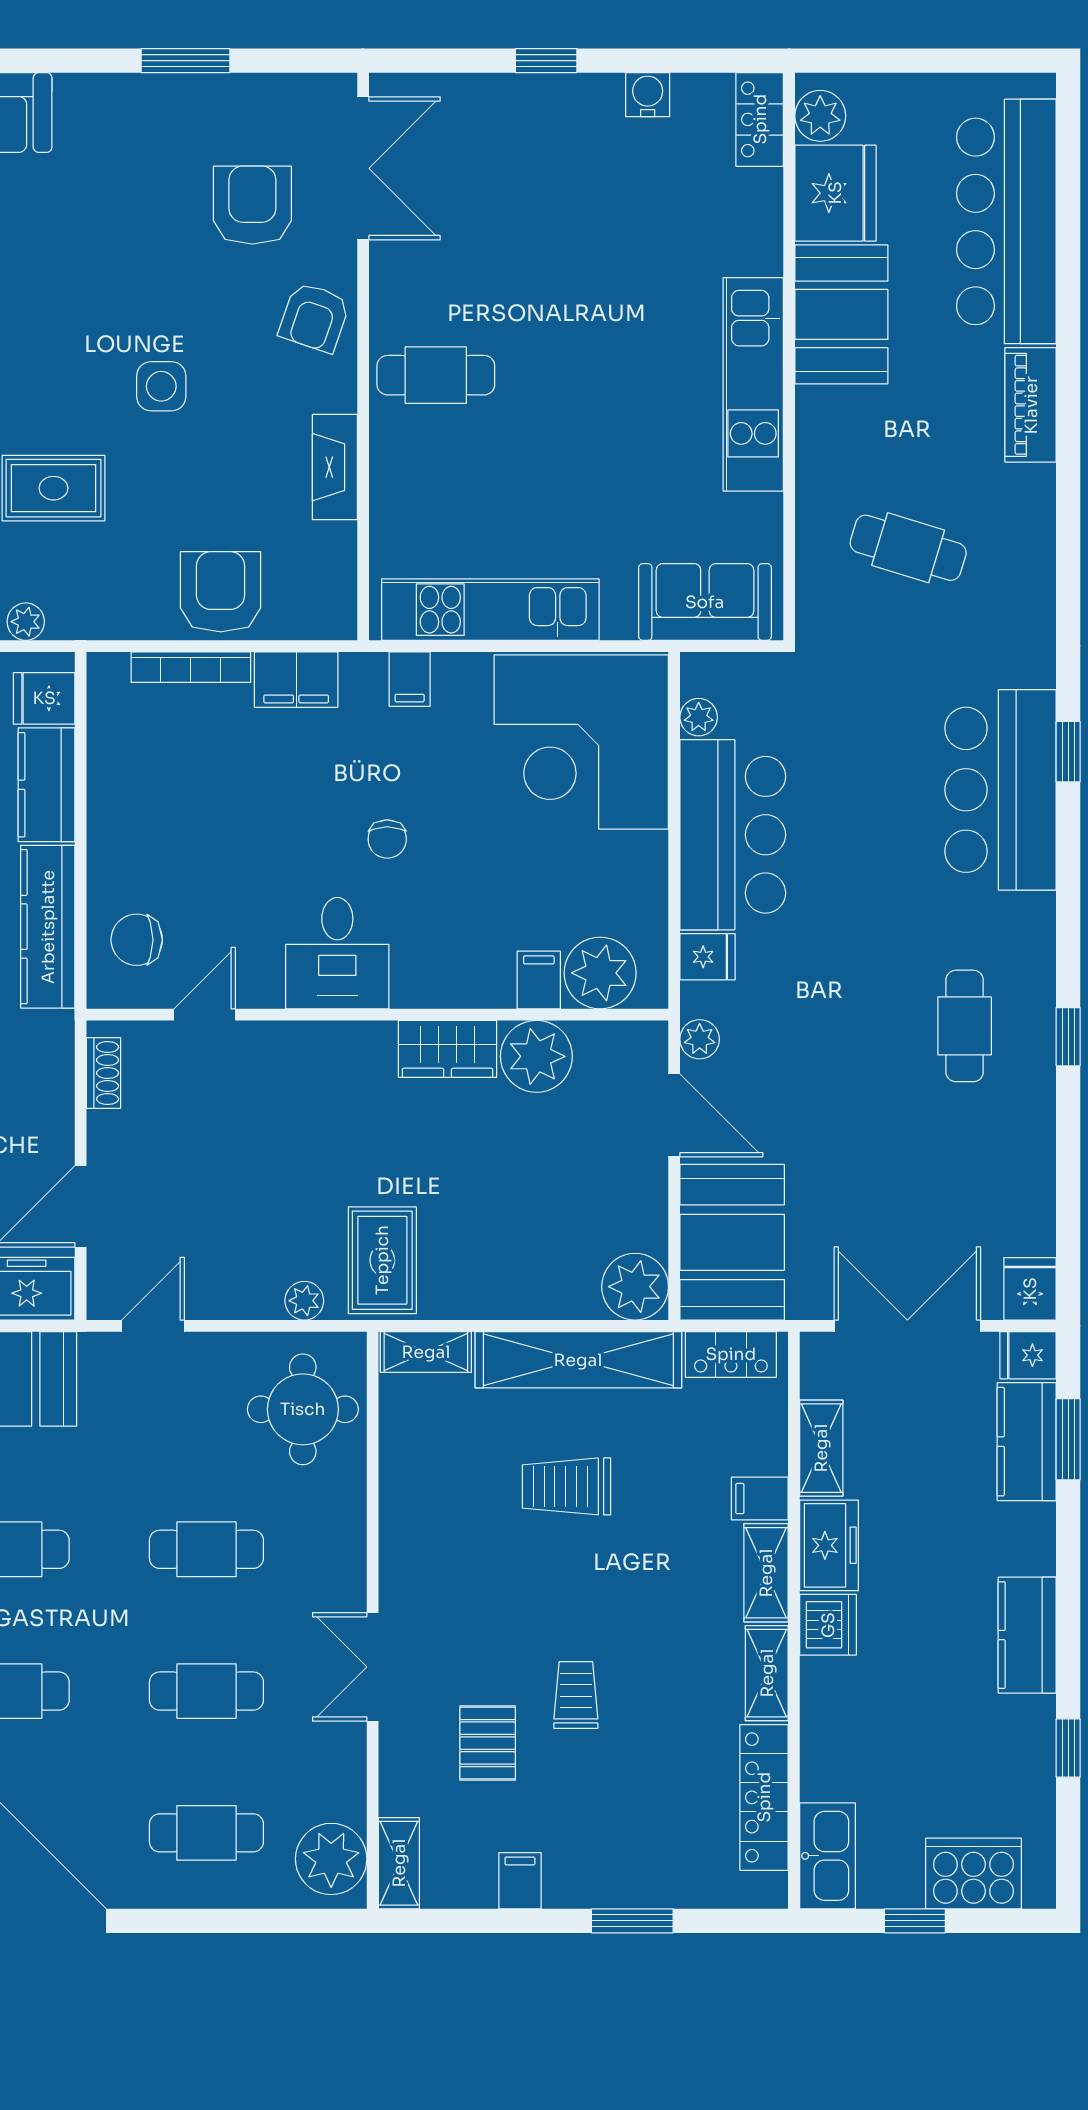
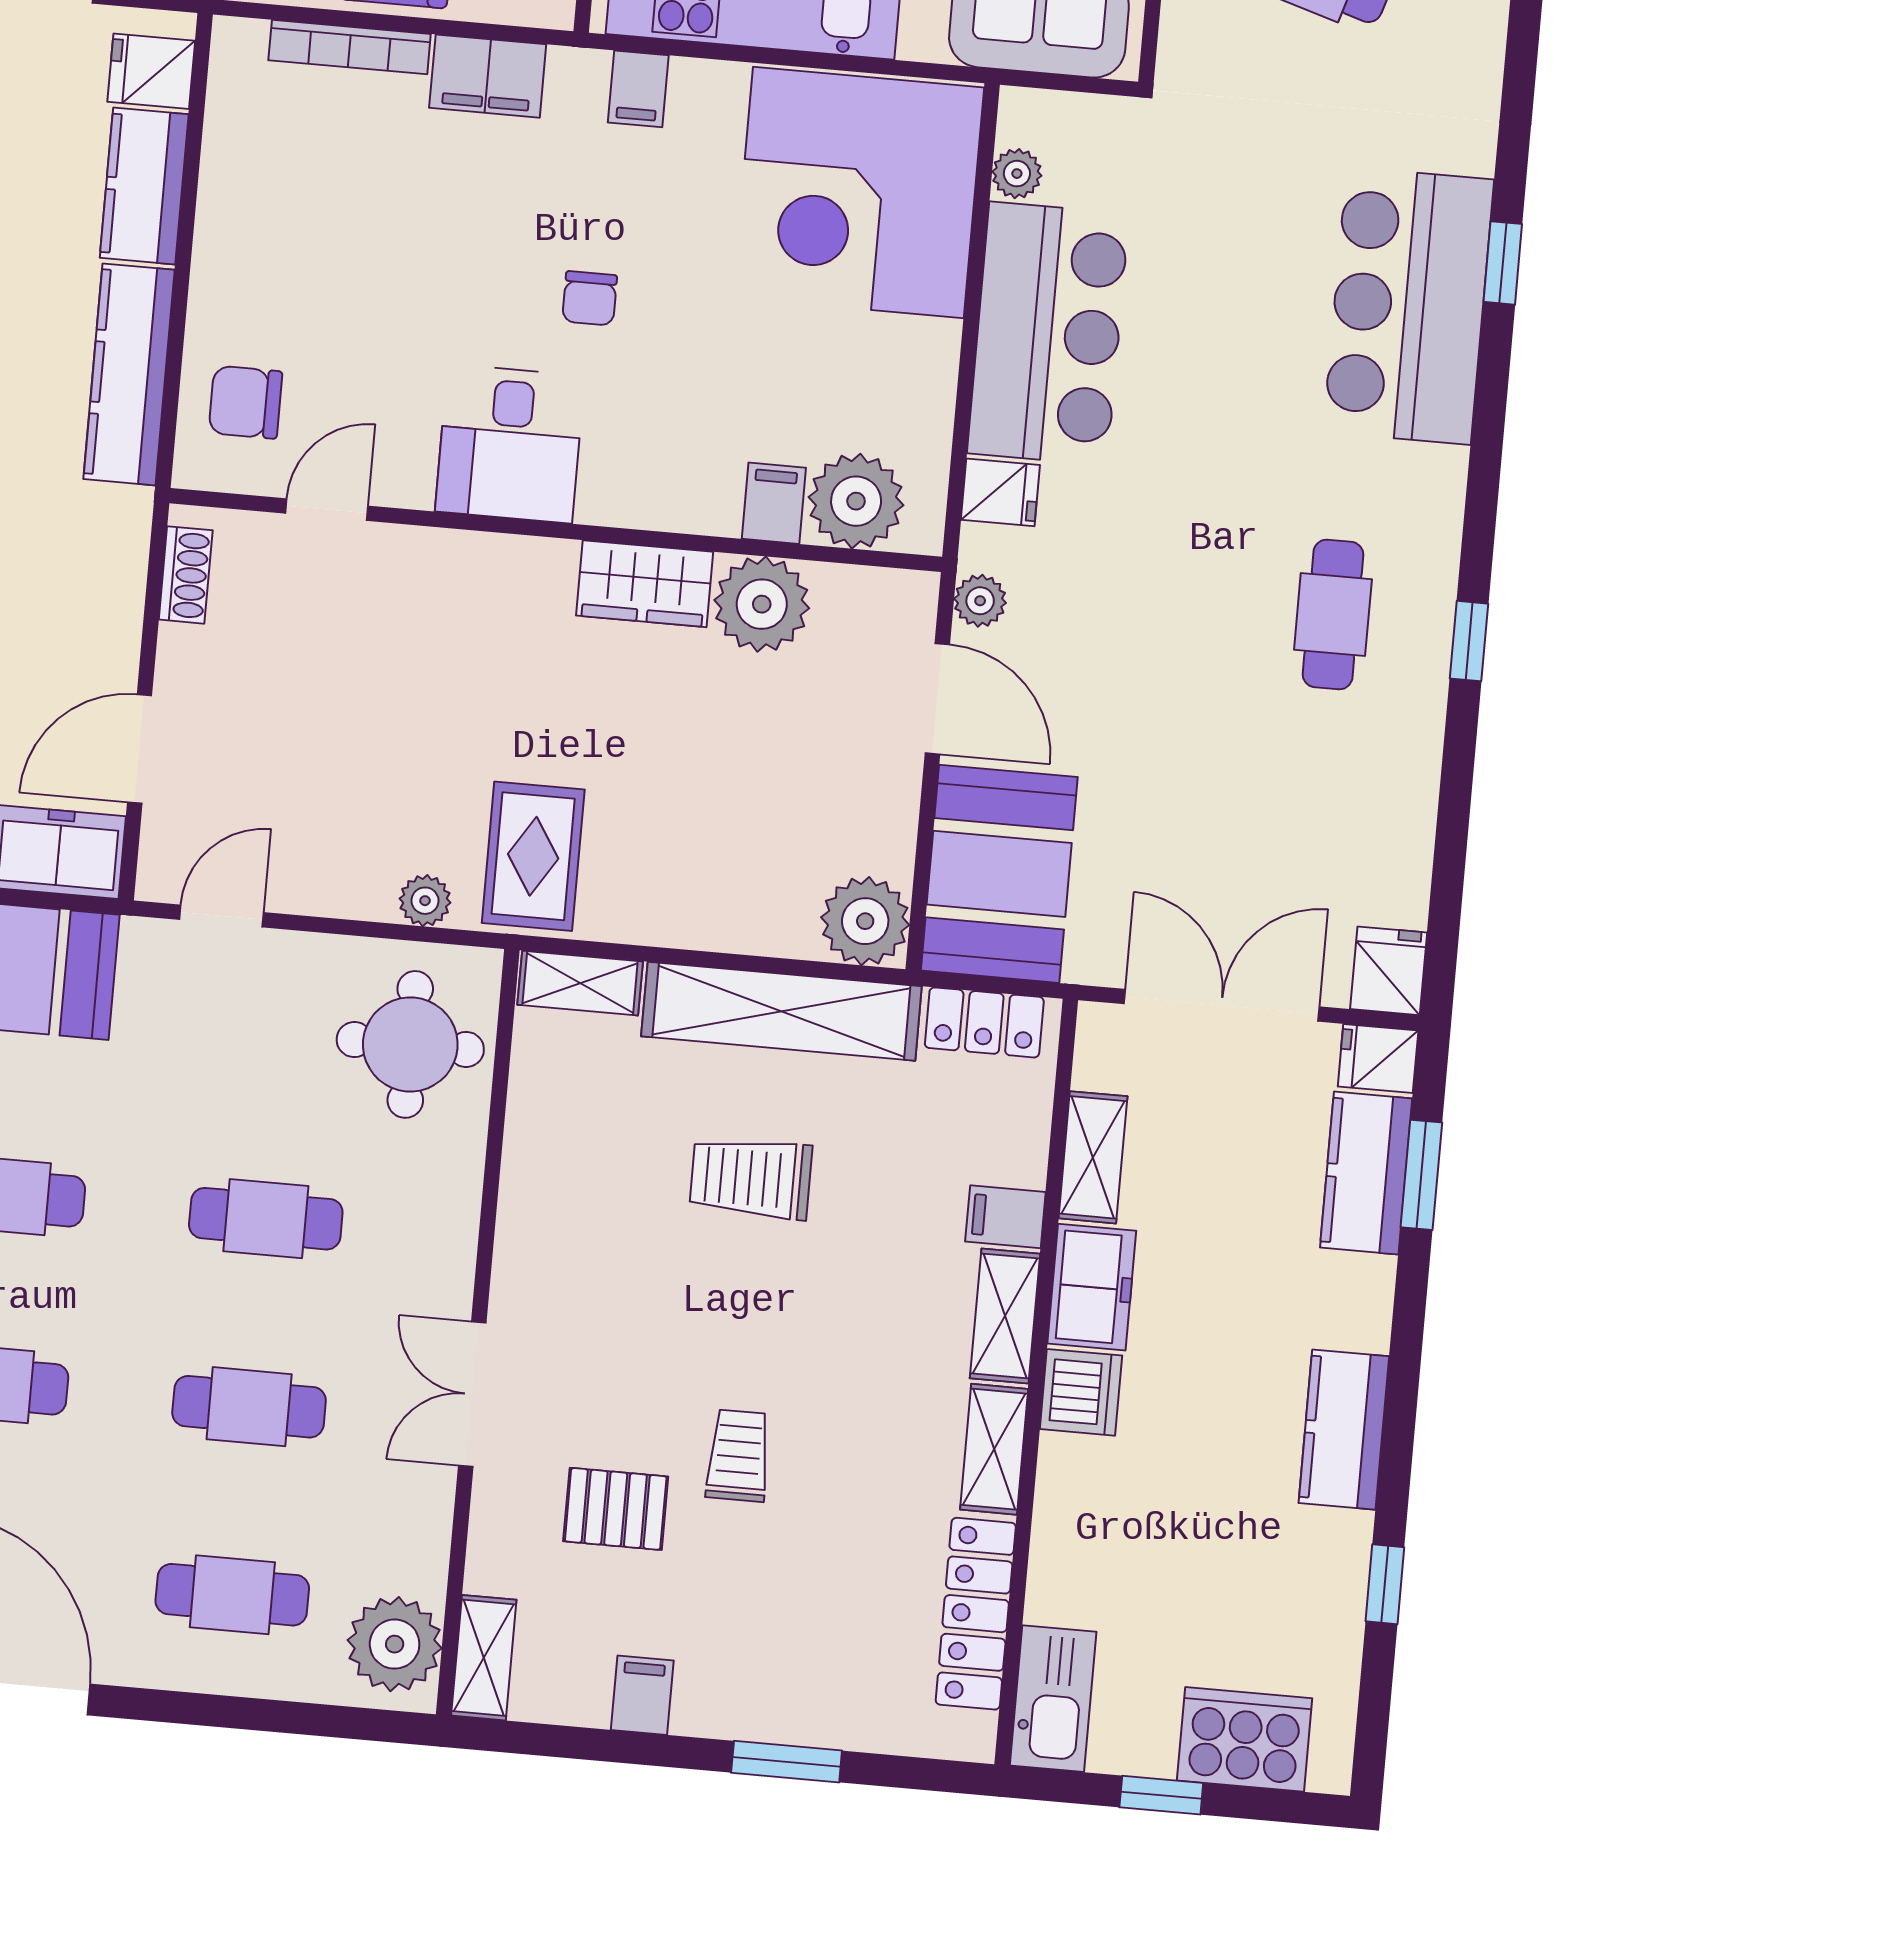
pallet: (488, 1743) -> (616, 1509), turned 90

